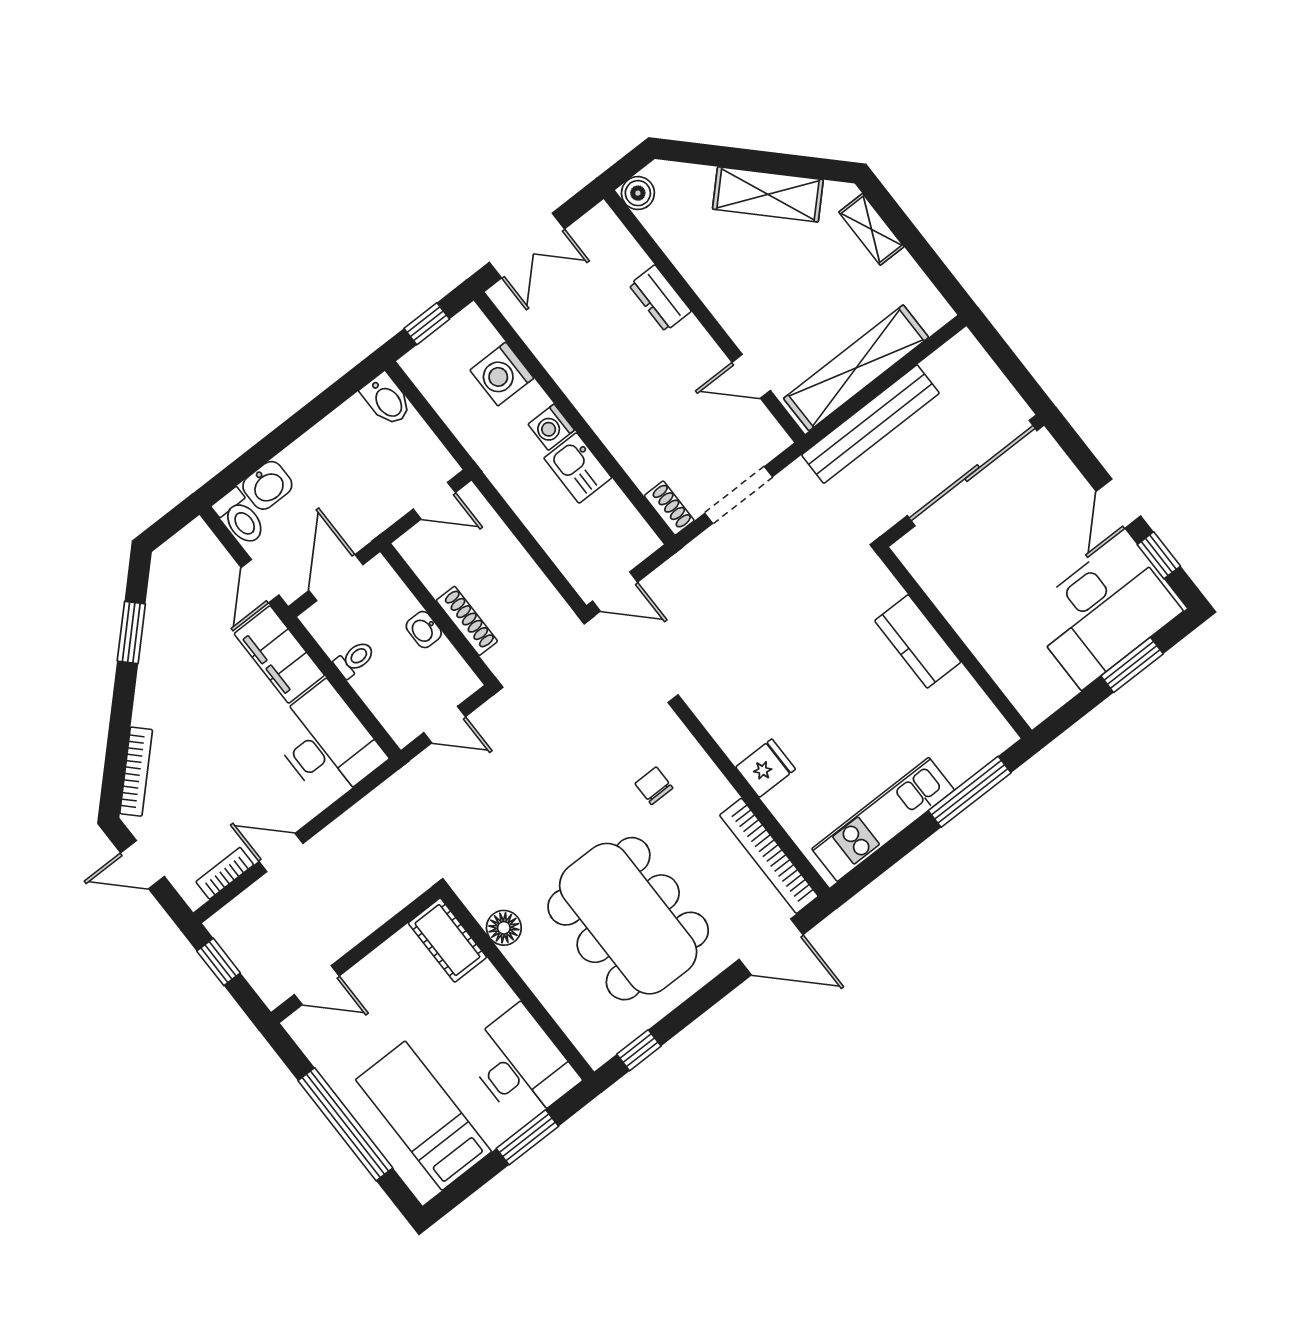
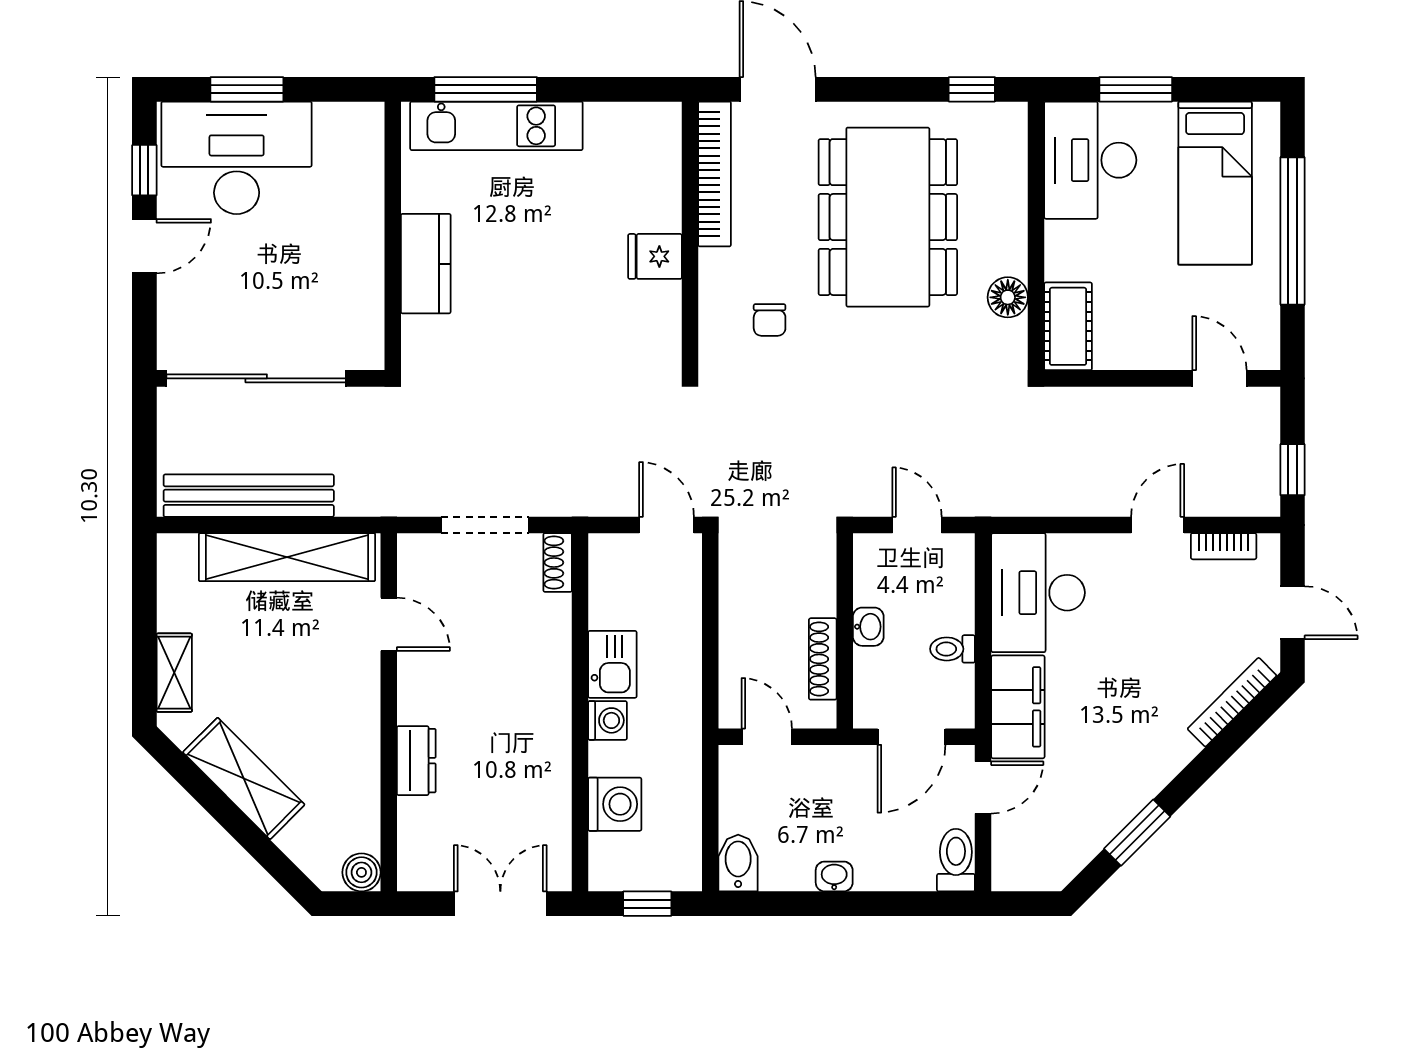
bench: (870, 424) -> (249, 496), moved
washbasin: (267, 485) -> (834, 876), moved, width x0.72, depth x0.69
shoe rack: (467, 621) -> (823, 659), moved
kitchen unit: (883, 819) -> (496, 126), moved
door: (281, 853) -> (1158, 525), swing flipped

